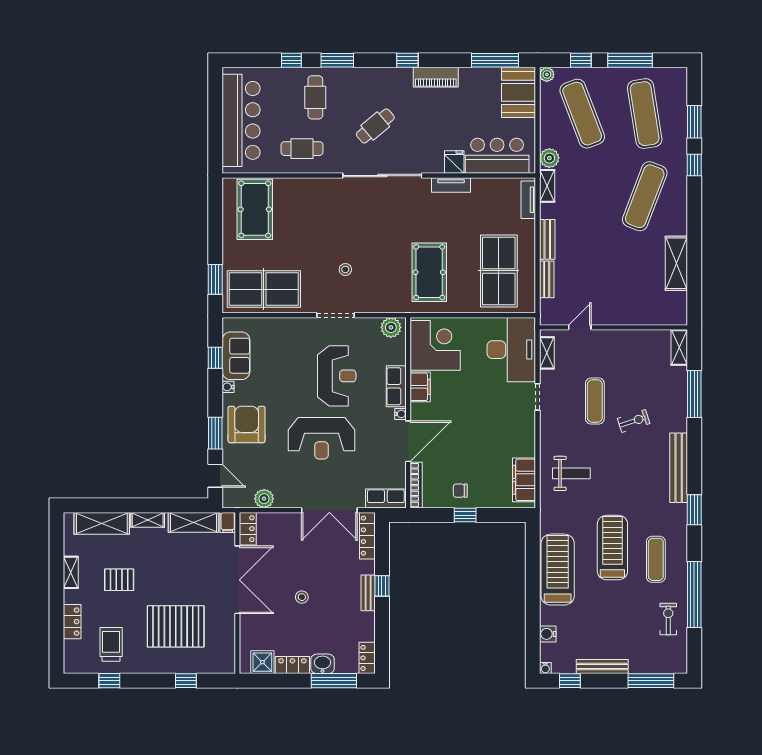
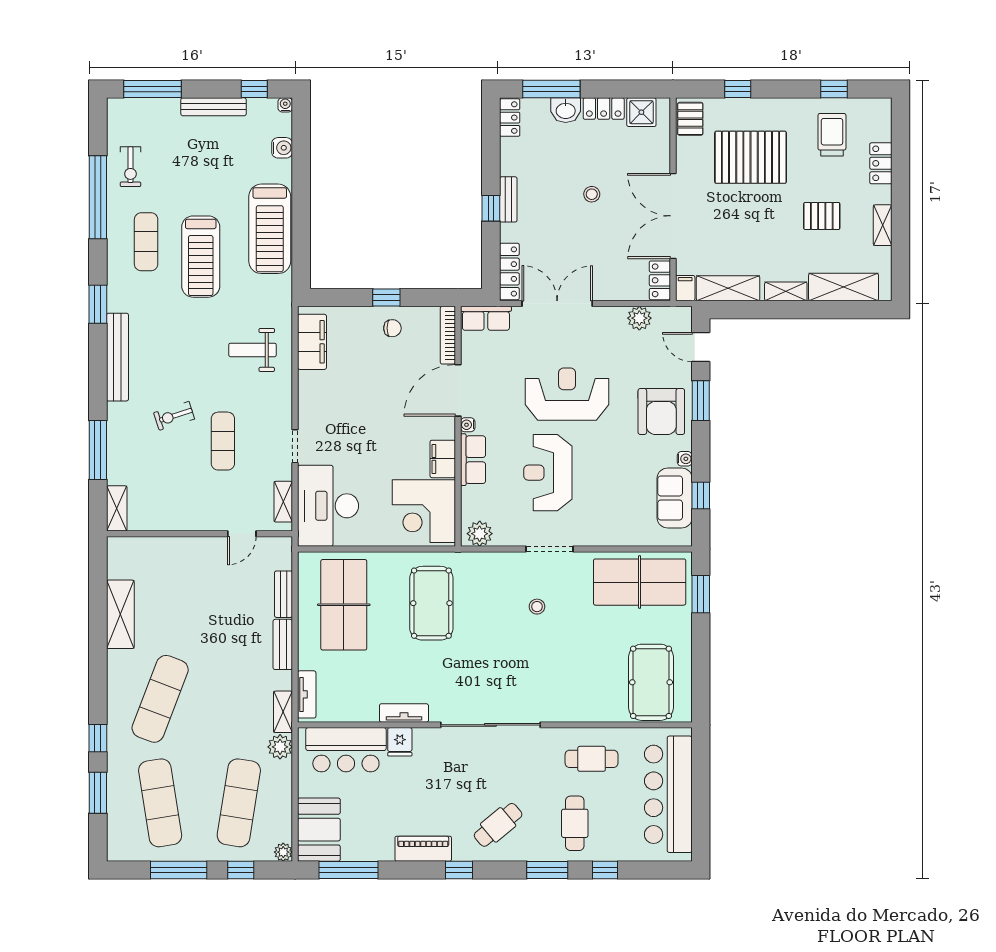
exercise mat: (582, 114) -> (239, 803), turned 30
cafe table: (375, 126) -> (498, 825), moved
trolley: (111, 644) -> (832, 135), turned 180
pallet: (224, 657) -> (690, 119), added

